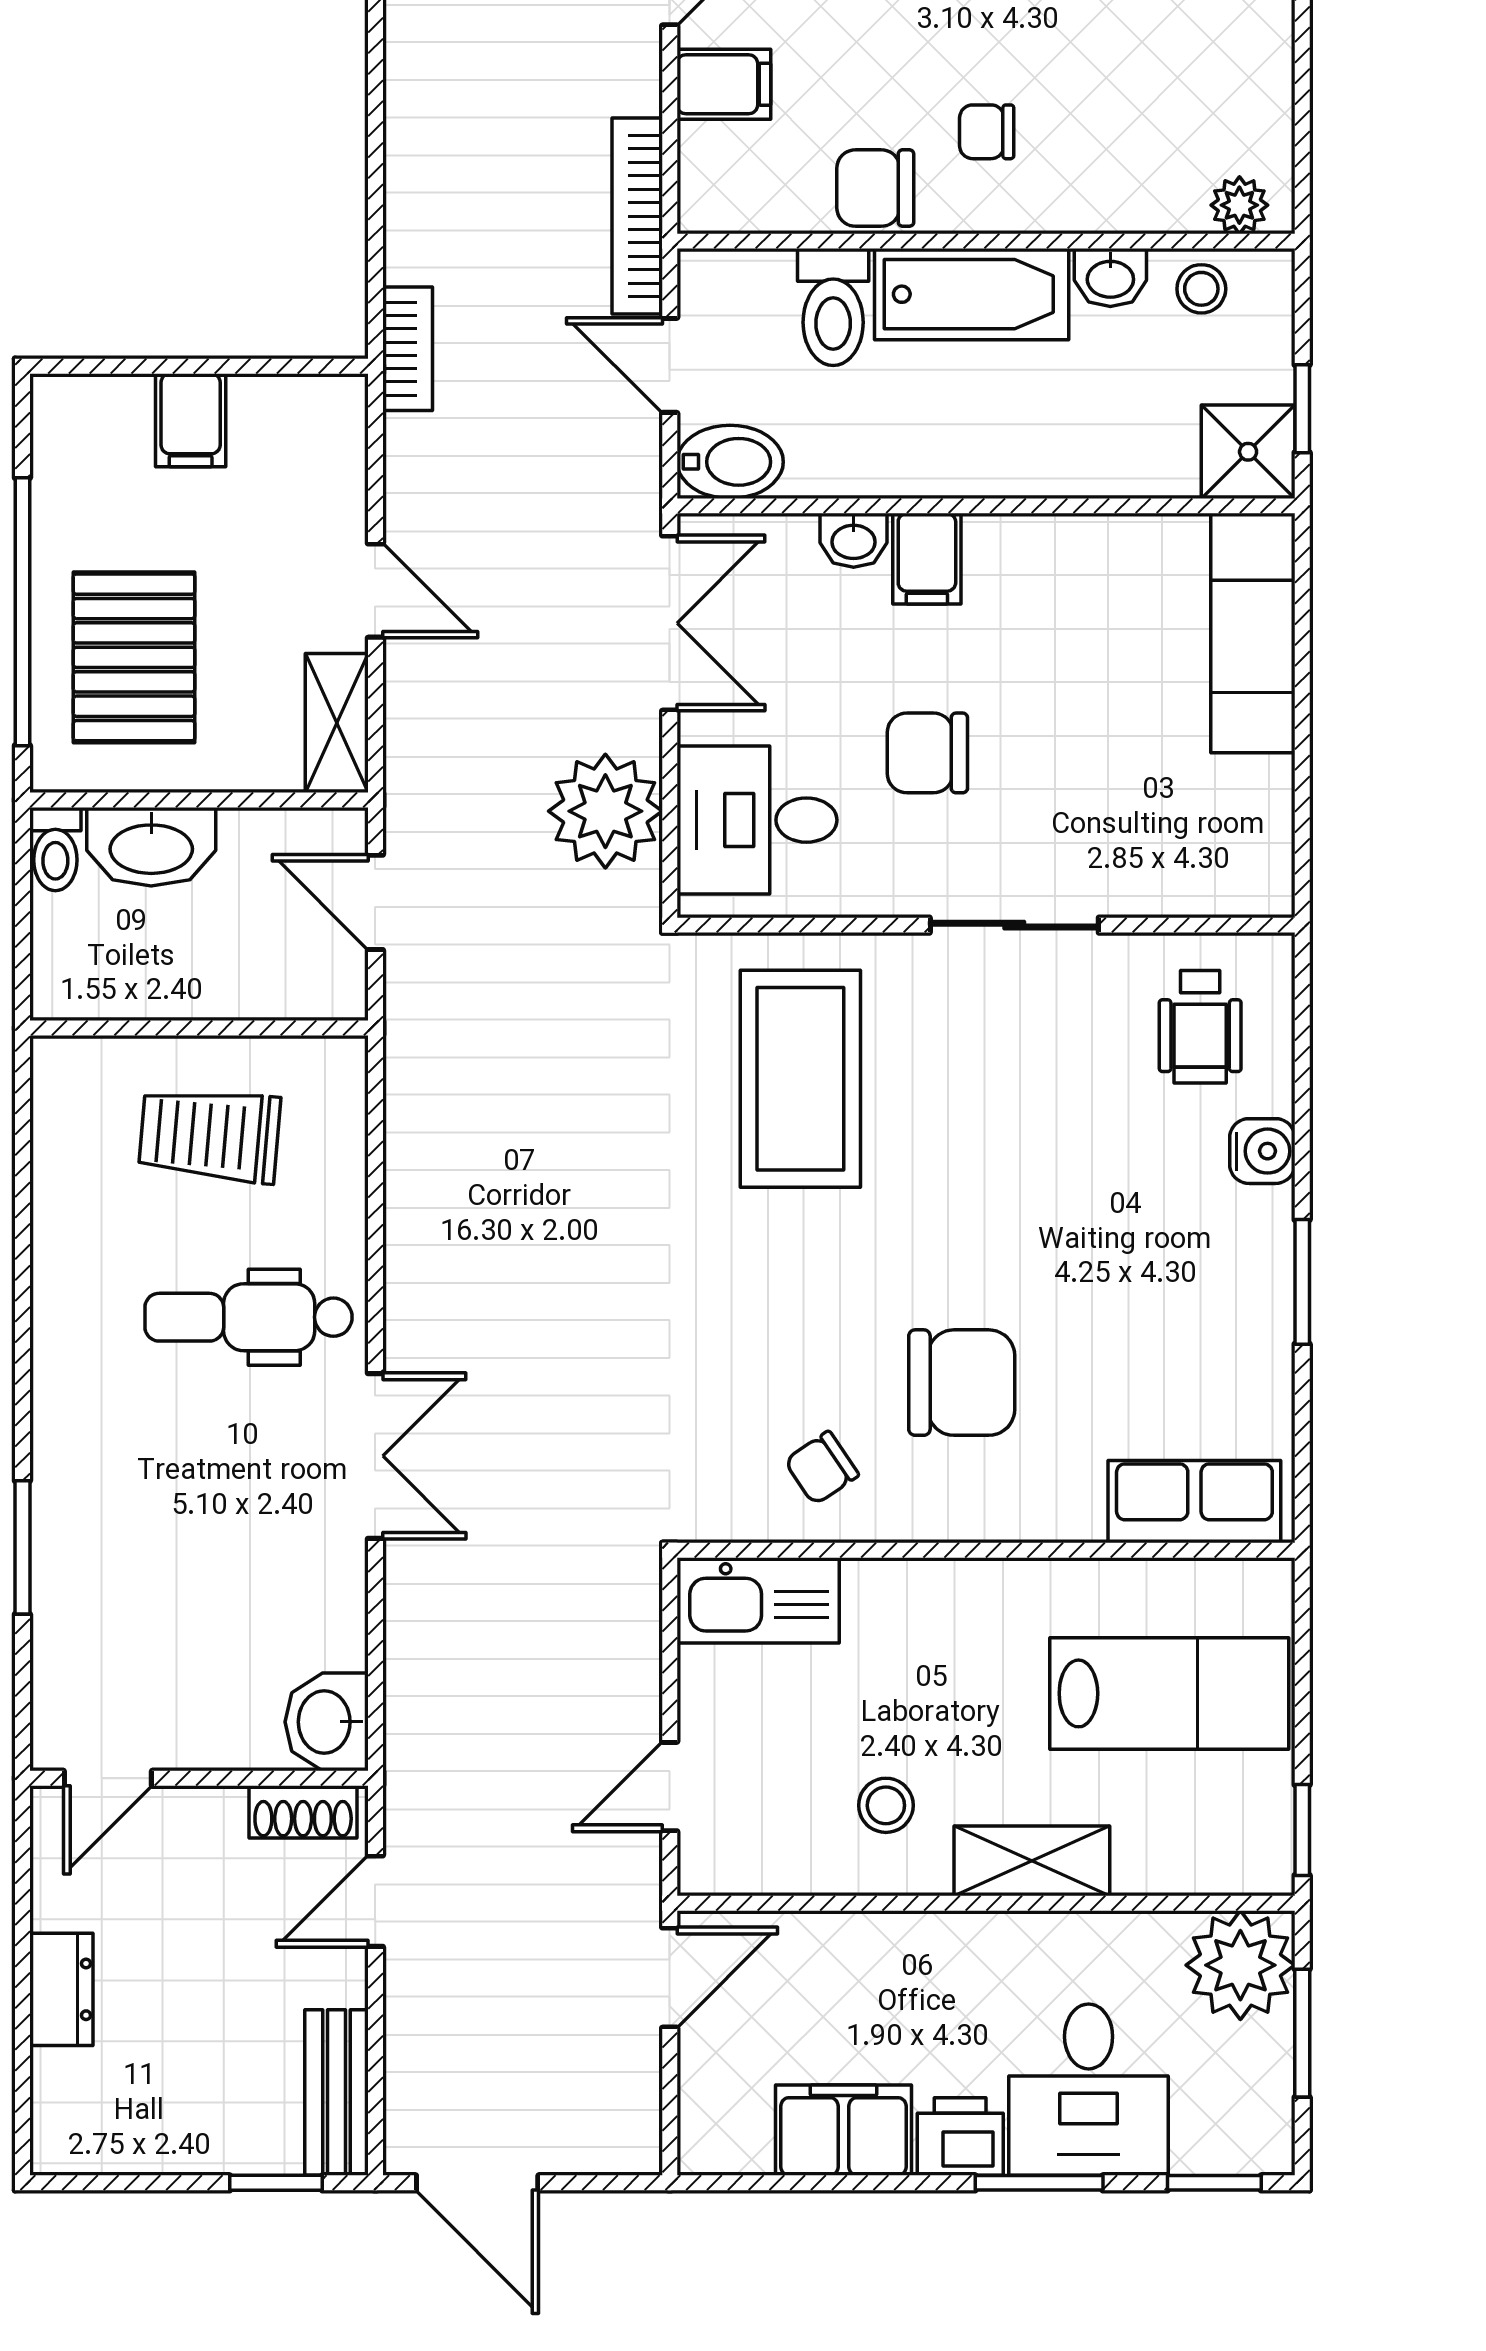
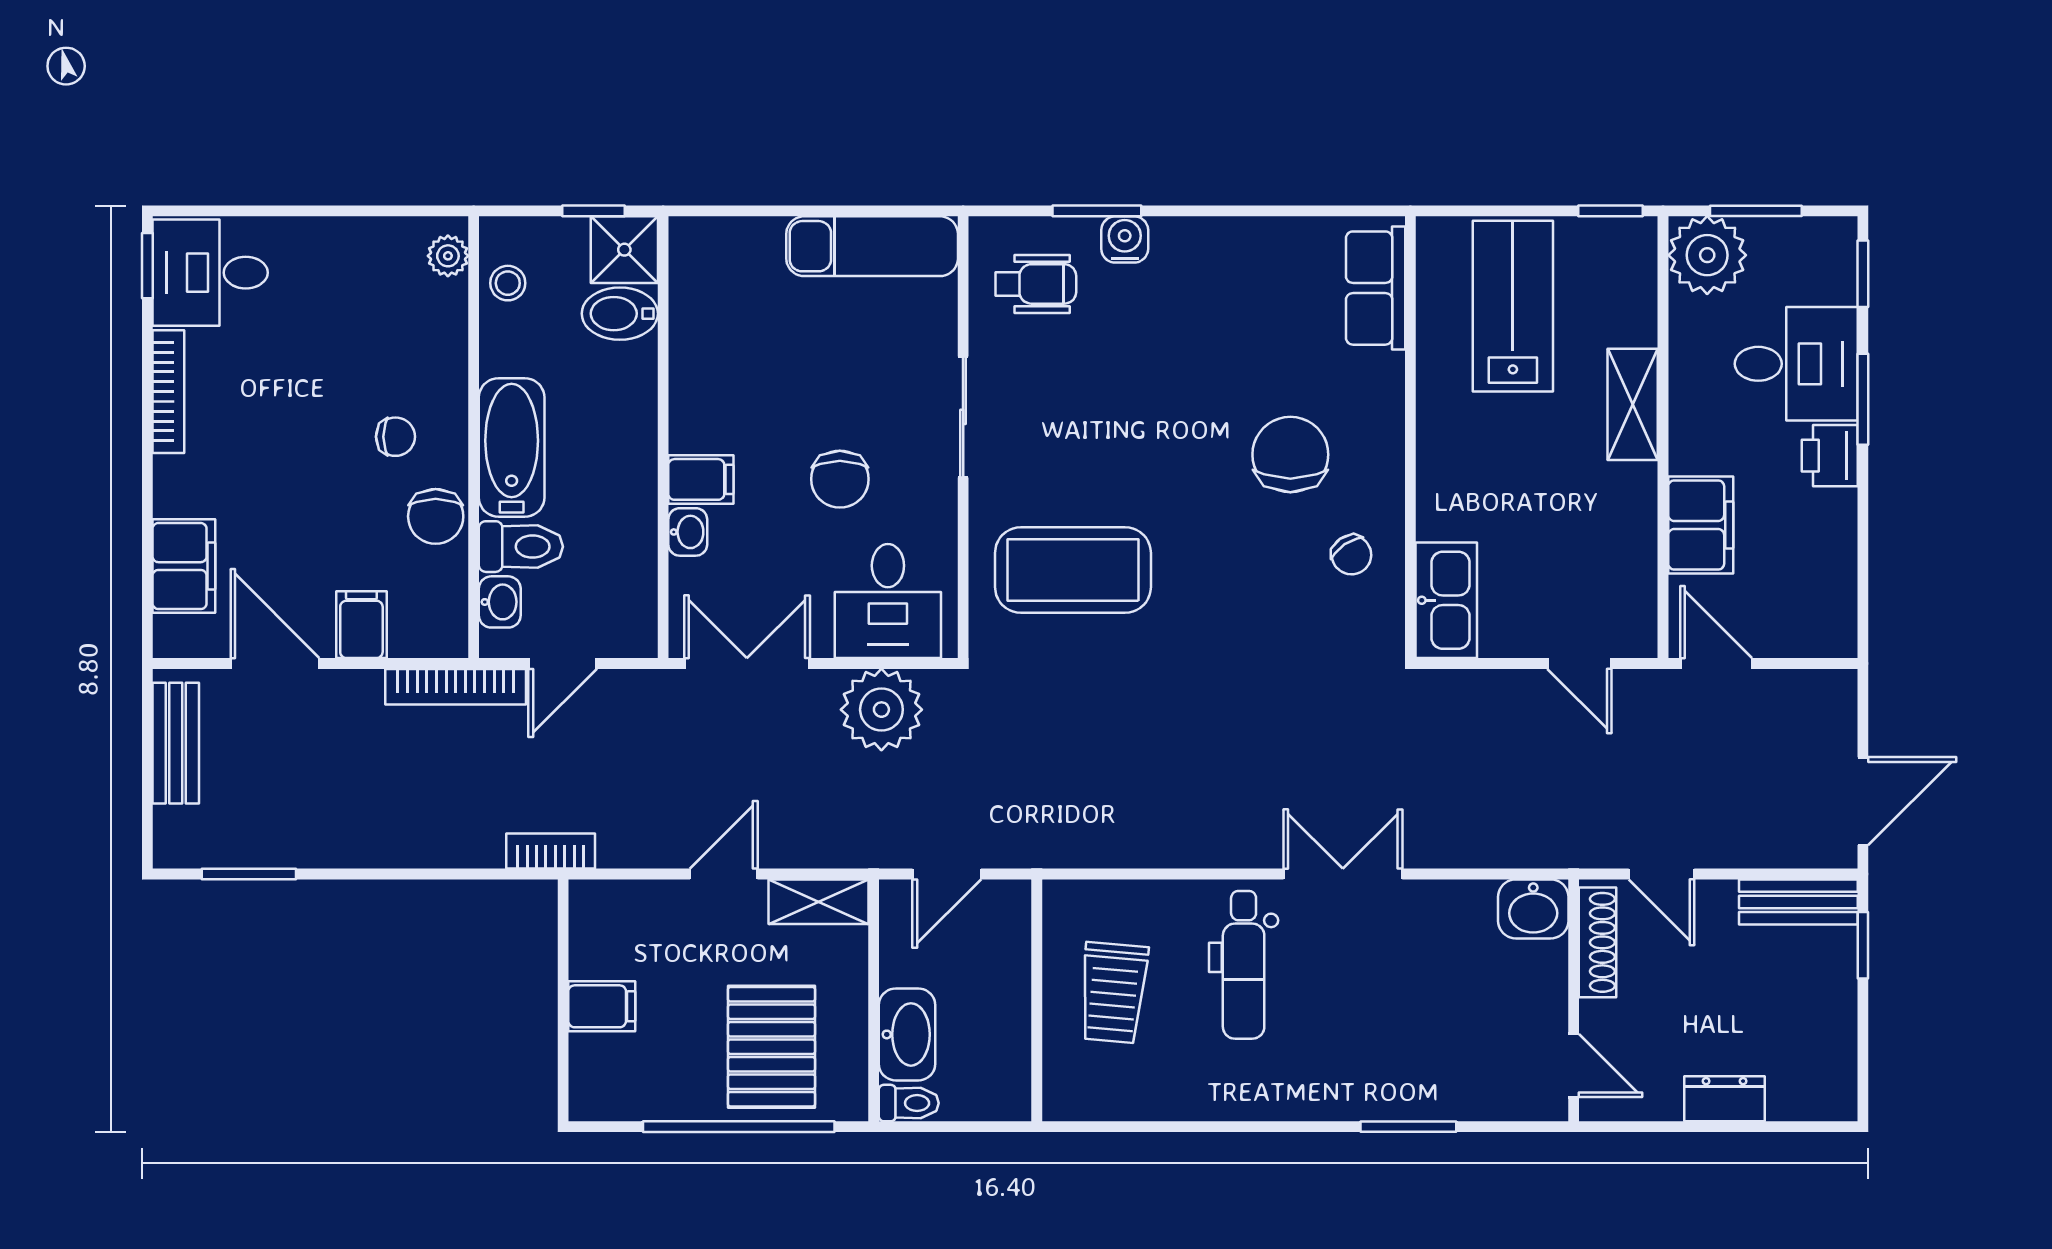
chair: (987, 132) -> (395, 437), turned -90
washbasin: (1110, 278) -> (500, 602), moved
bidet: (730, 462) -> (620, 314), moved, turned -90
exam couch: (1253, 633) -> (872, 246), moved
pallet: (134, 657) -> (771, 1047), turned 90
window: (1302, 1282) -> (1097, 211), moved
stool: (886, 1805) -> (1593, 509), removed
shoe rack: (303, 1812) -> (1598, 942), width x1.43
filing cabinet: (843, 2130) -> (1701, 525), moved, turned 180

